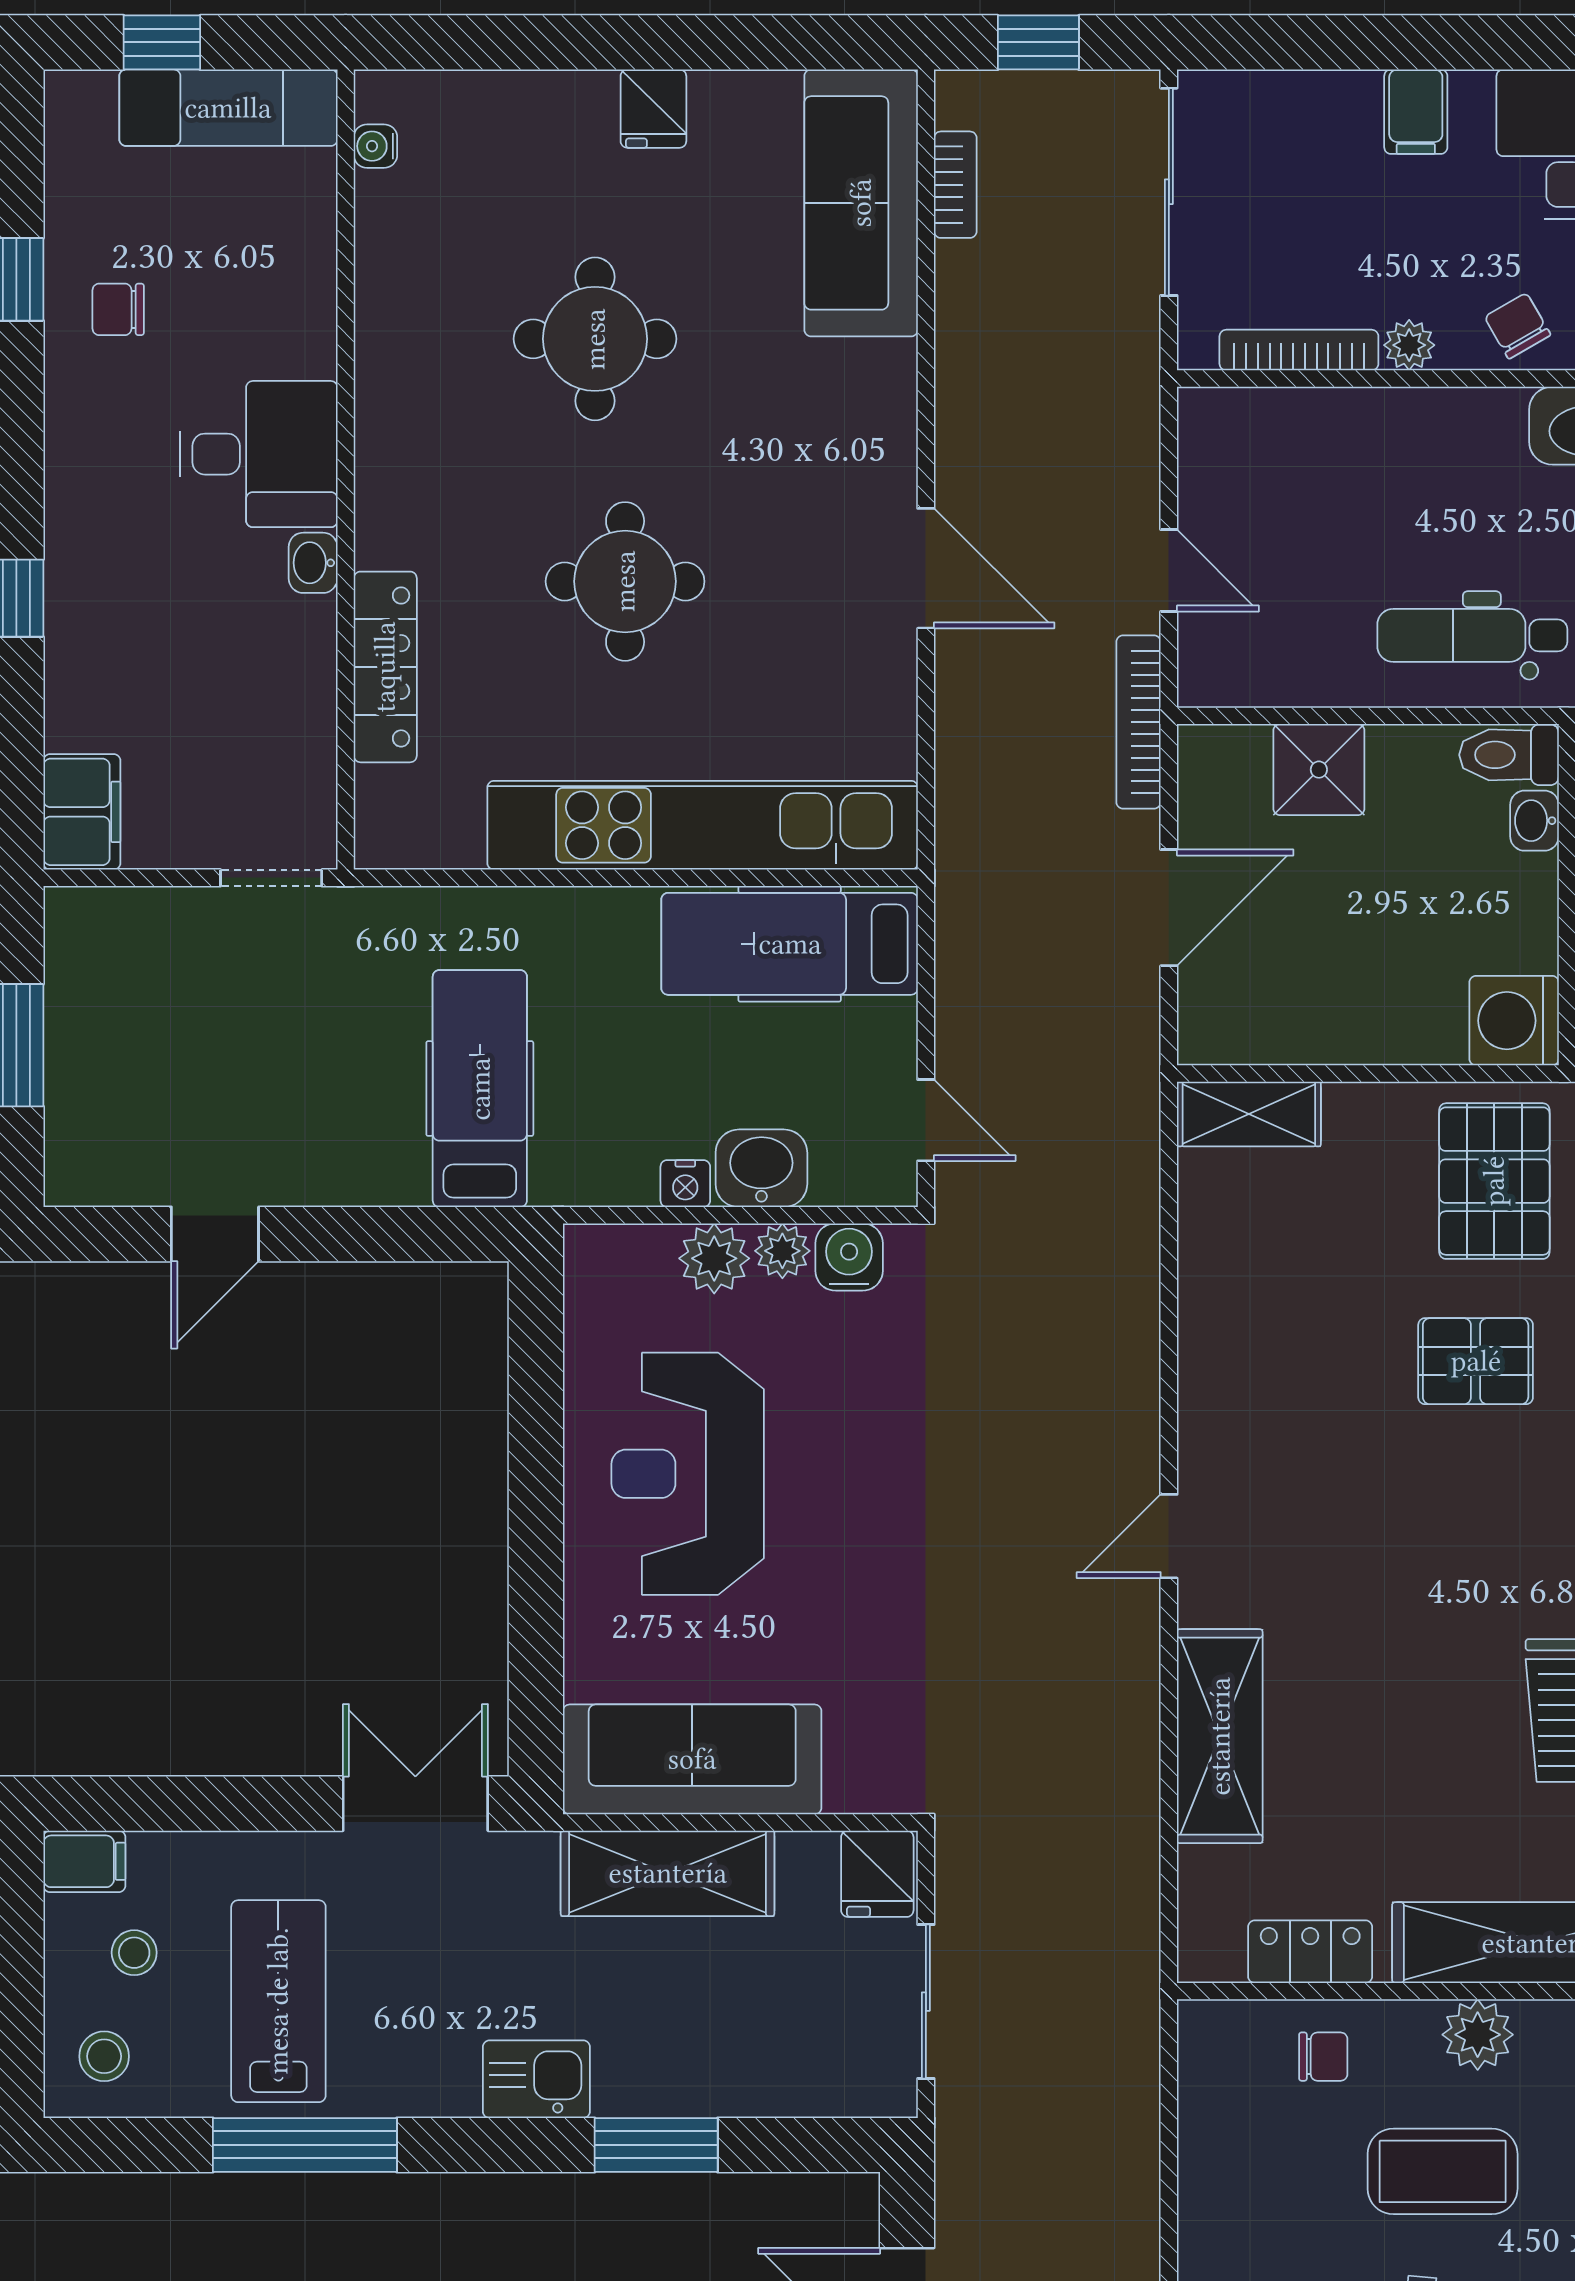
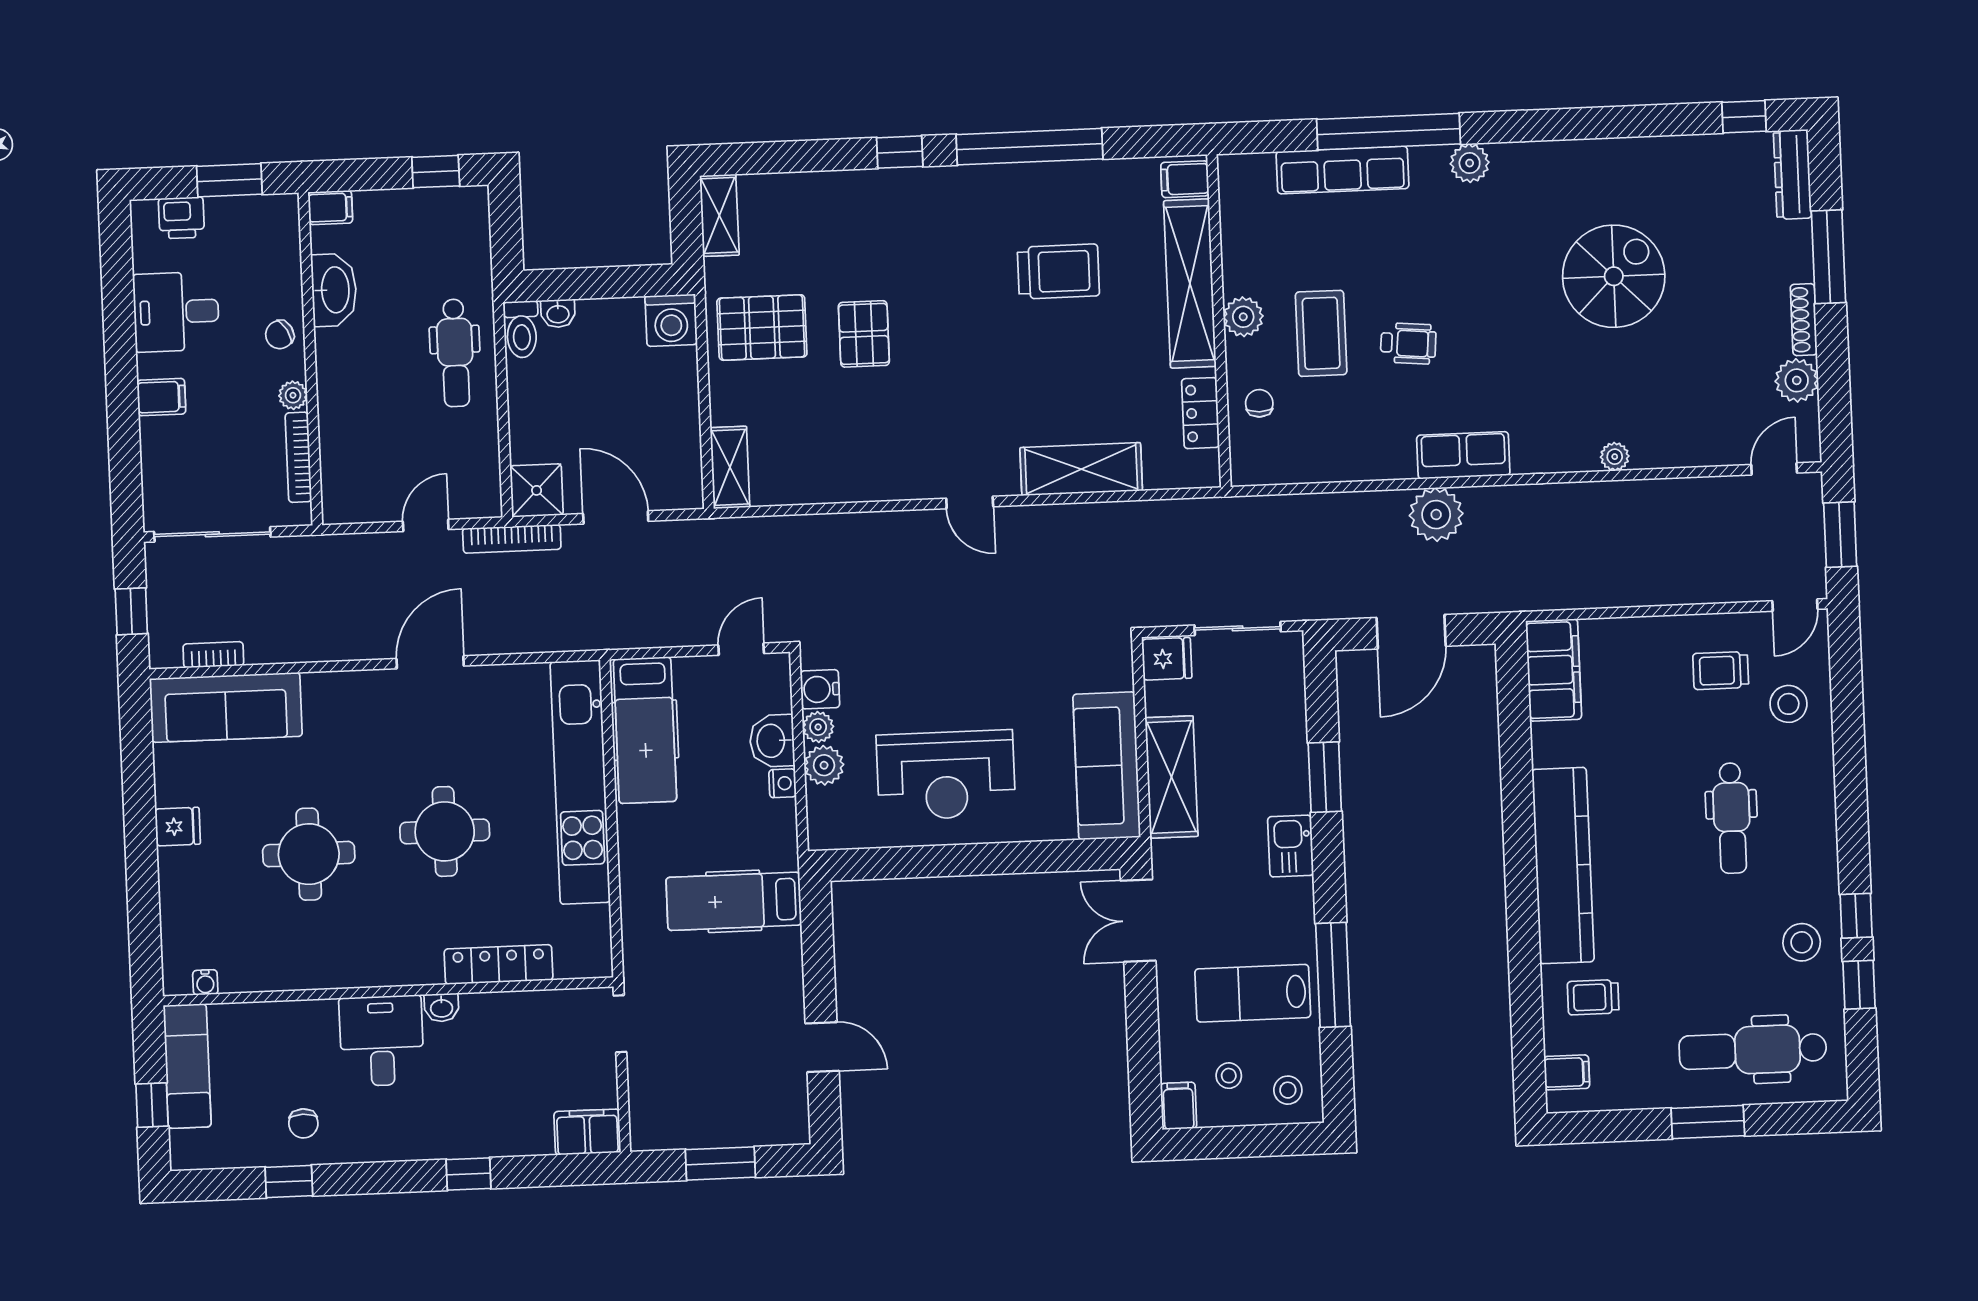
shower: (1319, 770) -> (537, 490), moved

